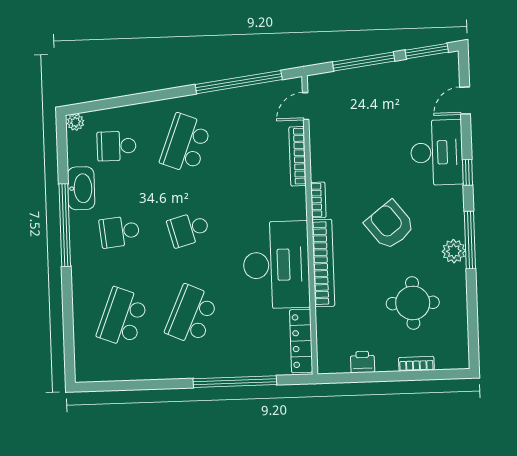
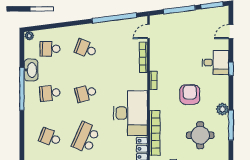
school desk: (186, 144) -> (86, 49), width x0.54
desk: (437, 152) -> (215, 62), width x0.73
armchair: (390, 225) -> (190, 95), turned 38
window: (470, 240) -> (231, 125), moved
bookcase: (323, 263) -> (155, 133), moved
school desk: (122, 317) -> (50, 137), width x0.54

